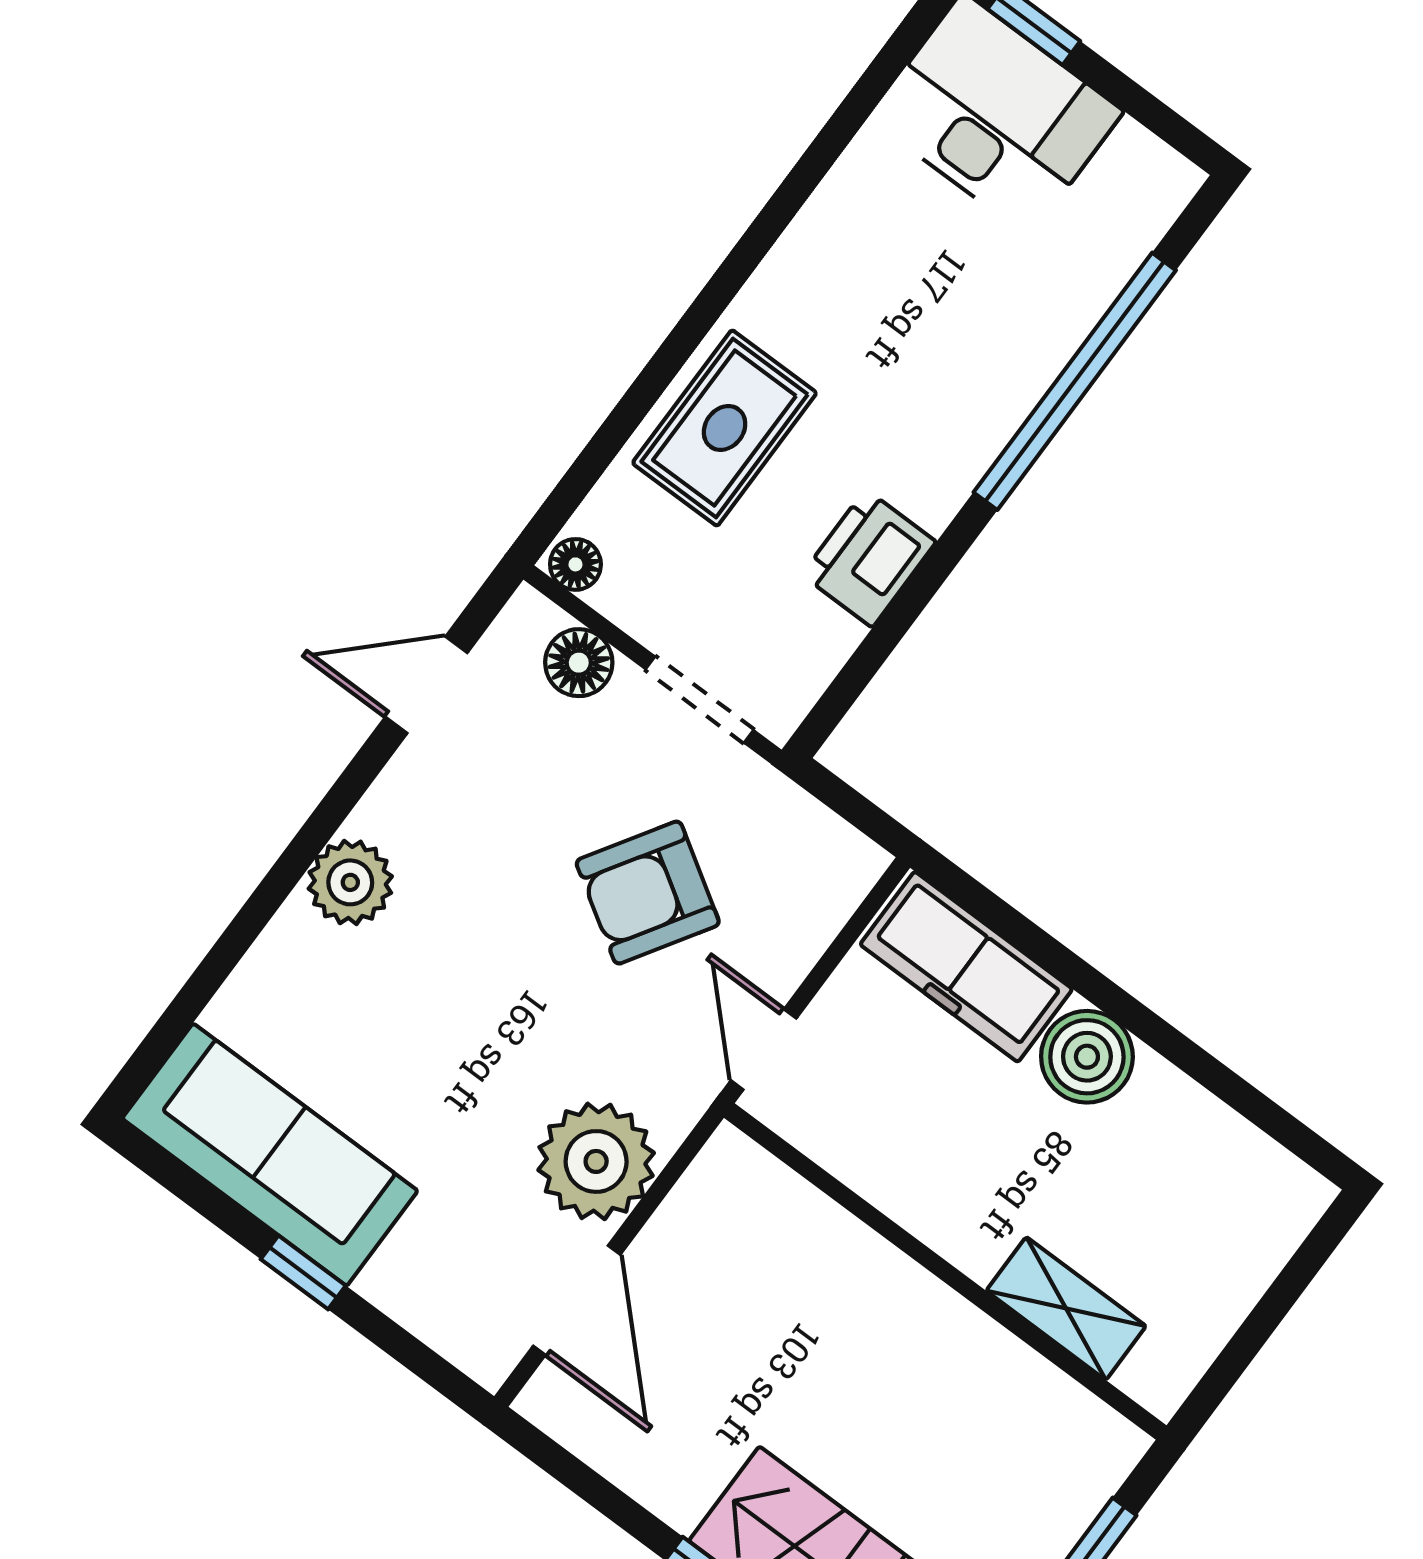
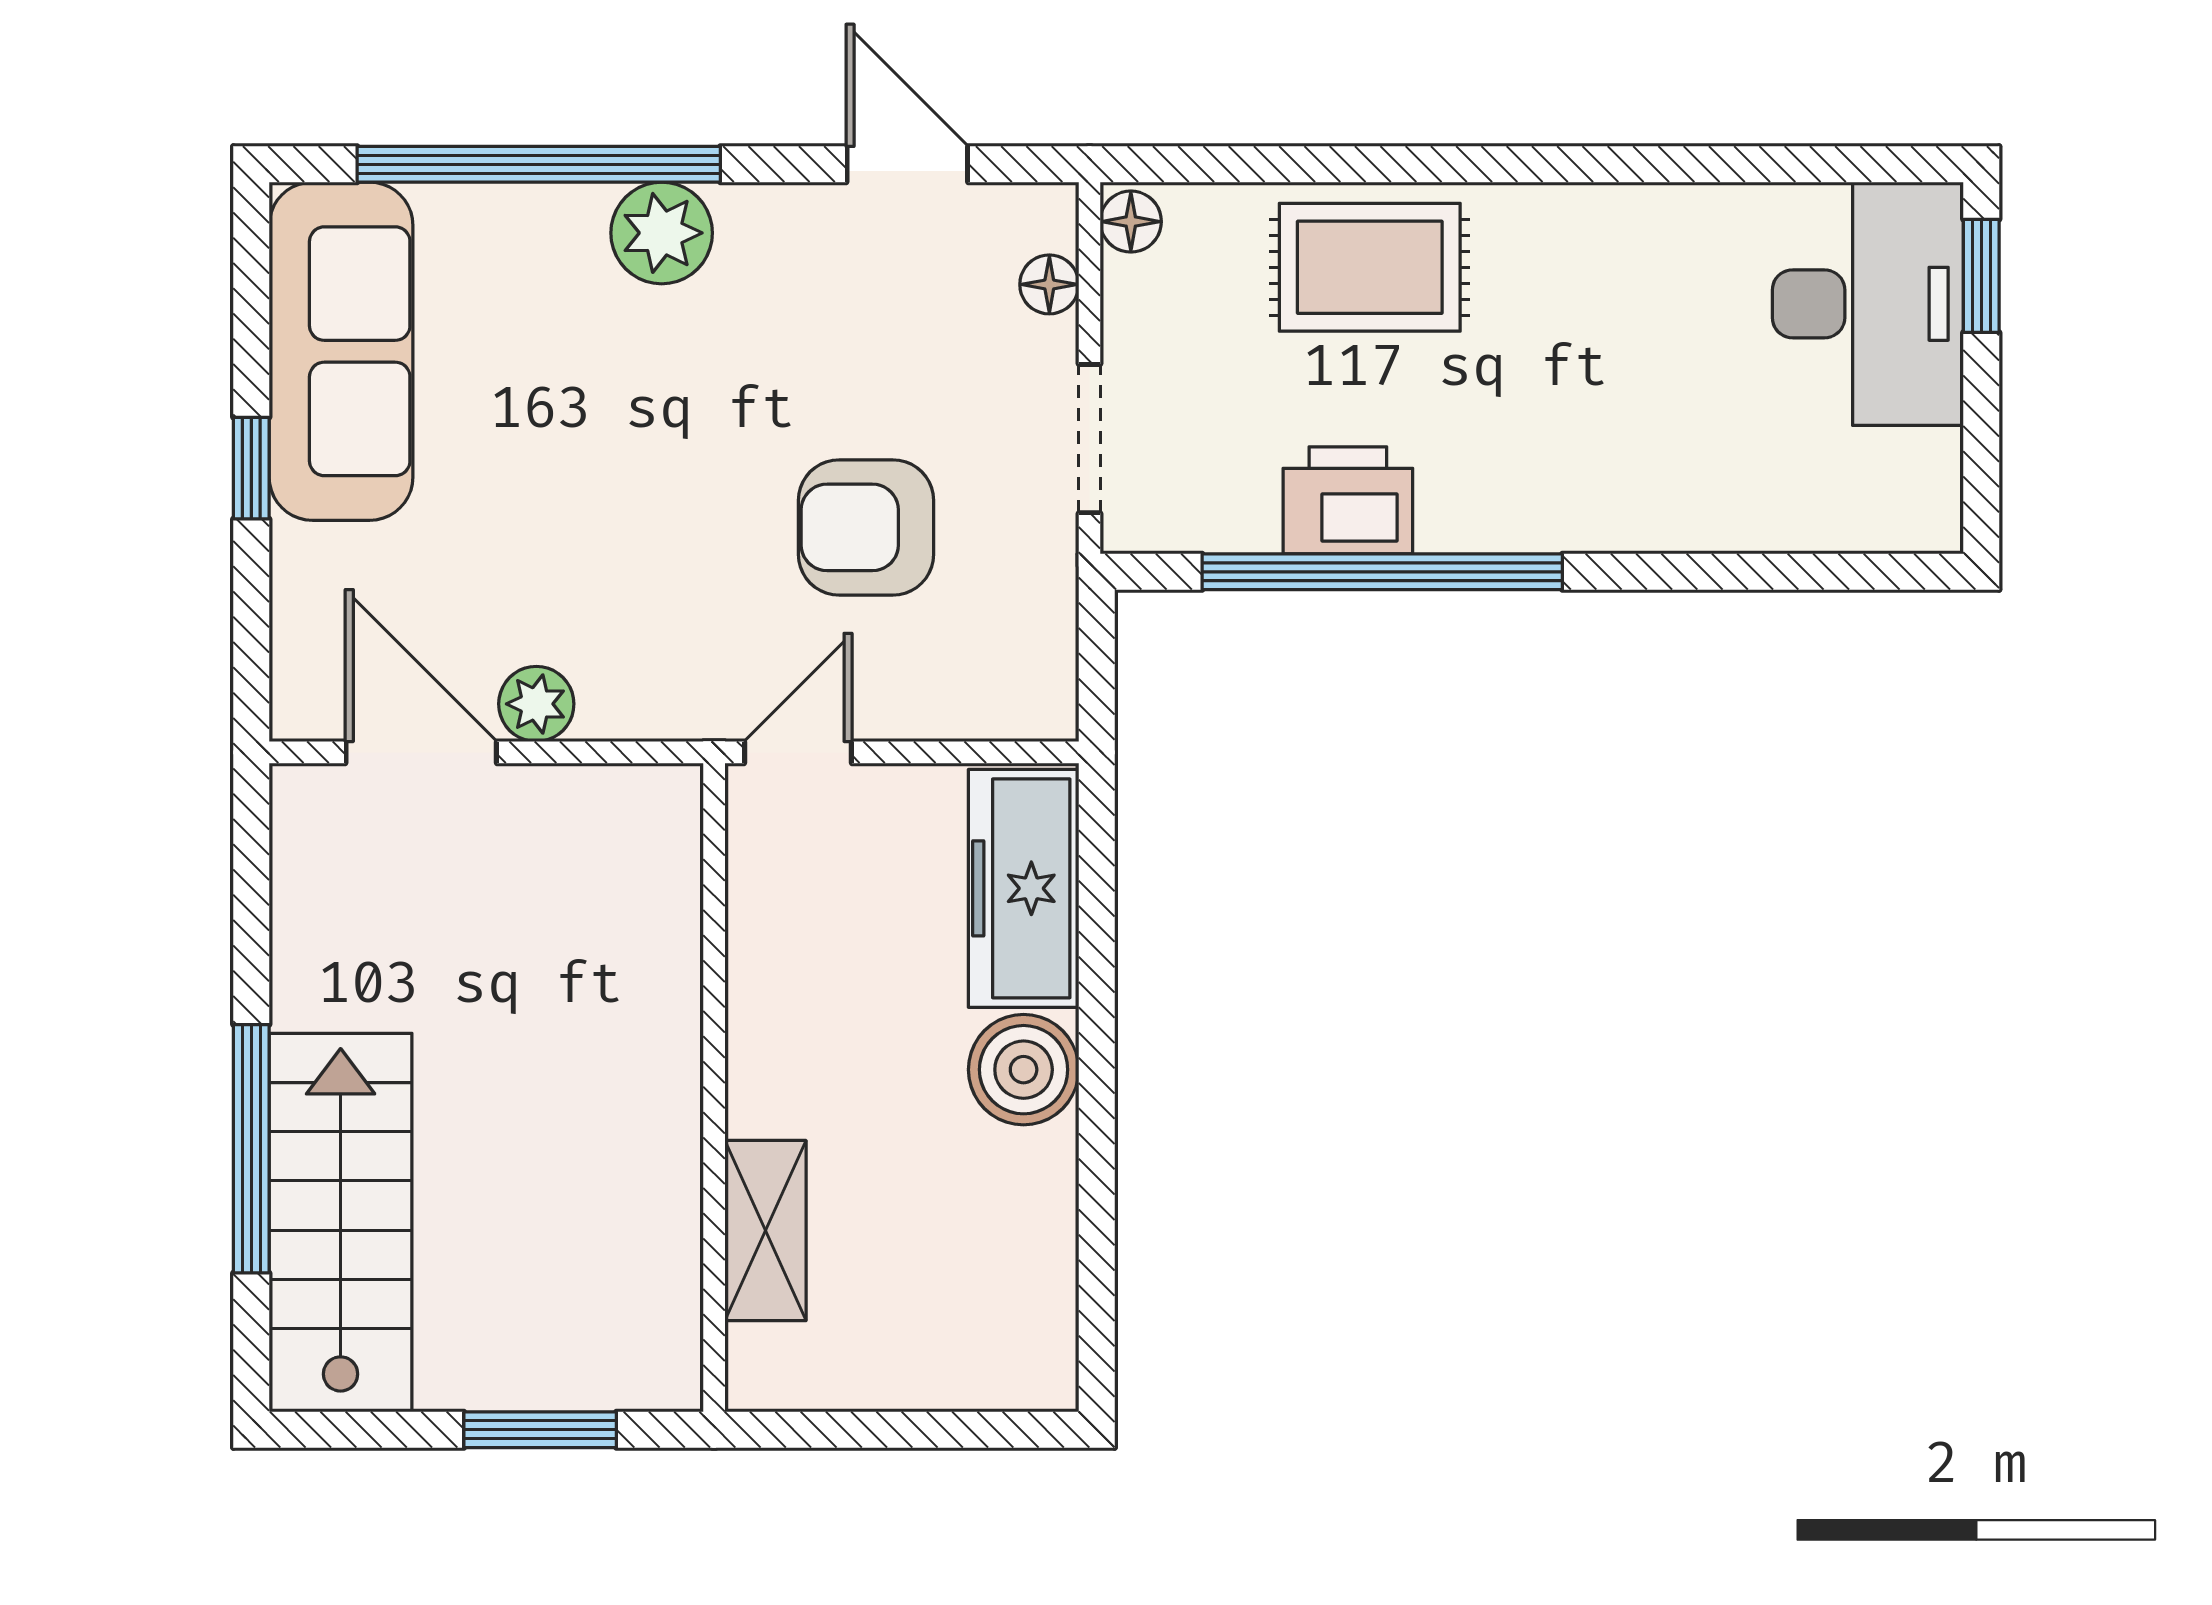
window: (1075, 381) -> (1382, 572), moved
floor lamp: (579, 663) -> (1049, 284), width x0.73, depth x0.73
armchair: (648, 893) -> (866, 527), turned -32
window: (244, 930) -> (539, 164), added
plant: (596, 1161) -> (536, 704), width x0.53, depth x0.53
door: (577, 1300) -> (421, 752), swing flipped

